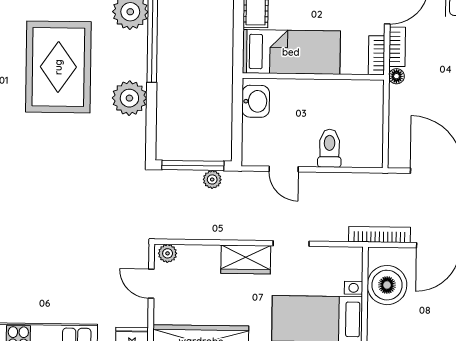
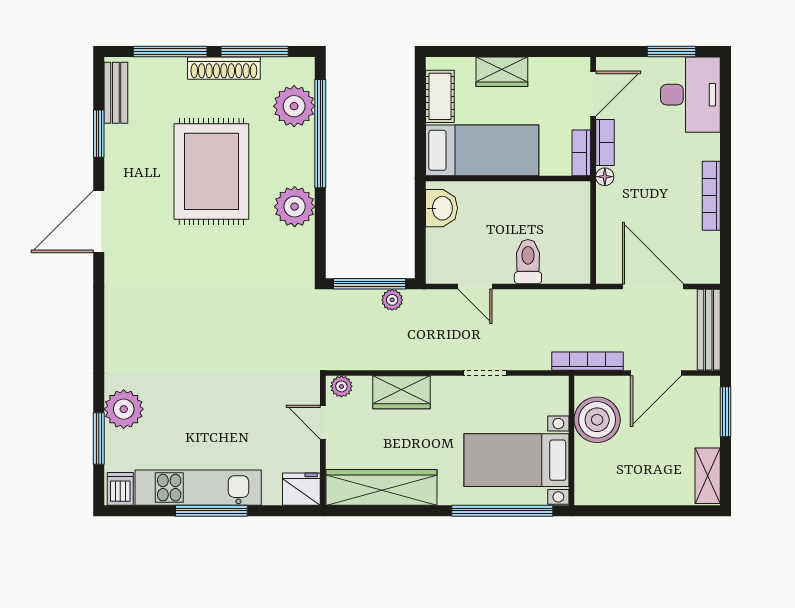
wardrobe: (246, 259) -> (401, 392), moved

